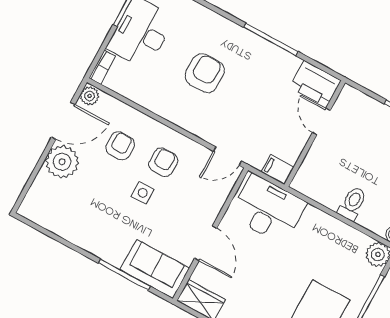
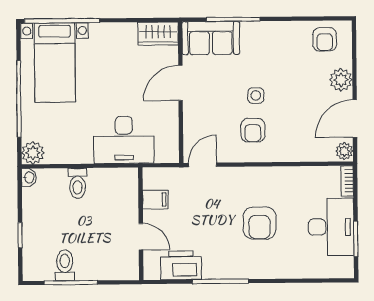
printer: (315, 84) -> (181, 265), moved
armchair: (120, 146) -> (325, 39), moved
plant: (62, 162) -> (341, 80), width x0.73, depth x0.73
filing cabinet: (277, 170) -> (155, 200), moved
desk: (268, 209) -> (124, 140), moved
door: (206, 243) -> (180, 83), hinge flipped

